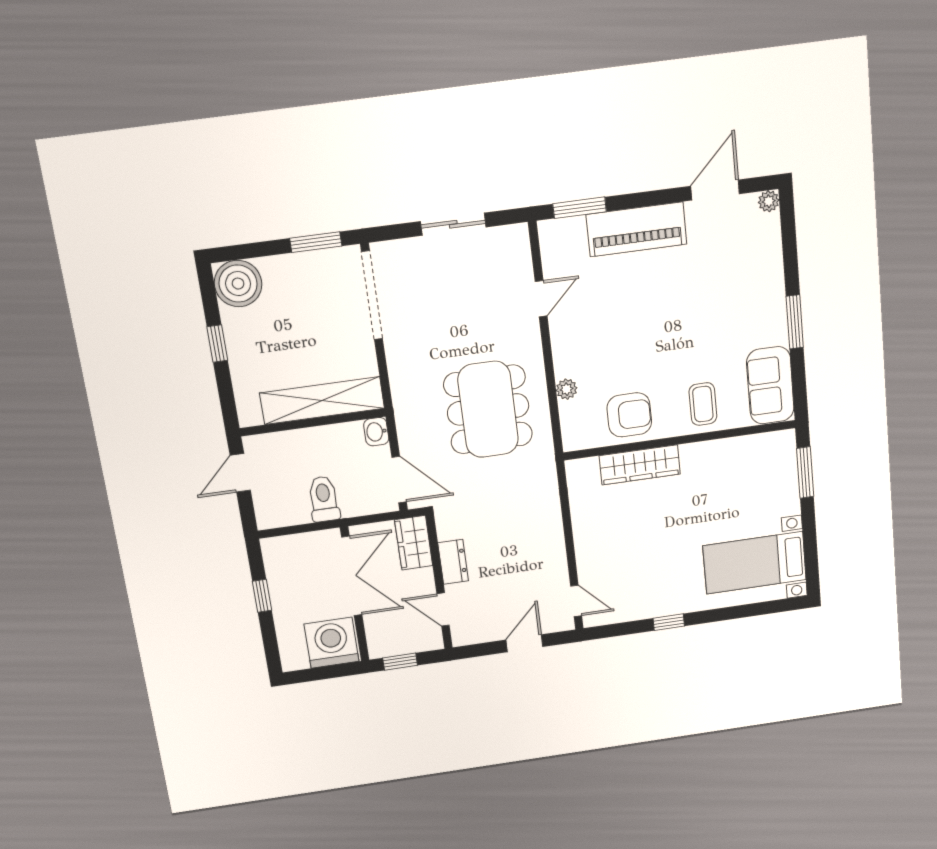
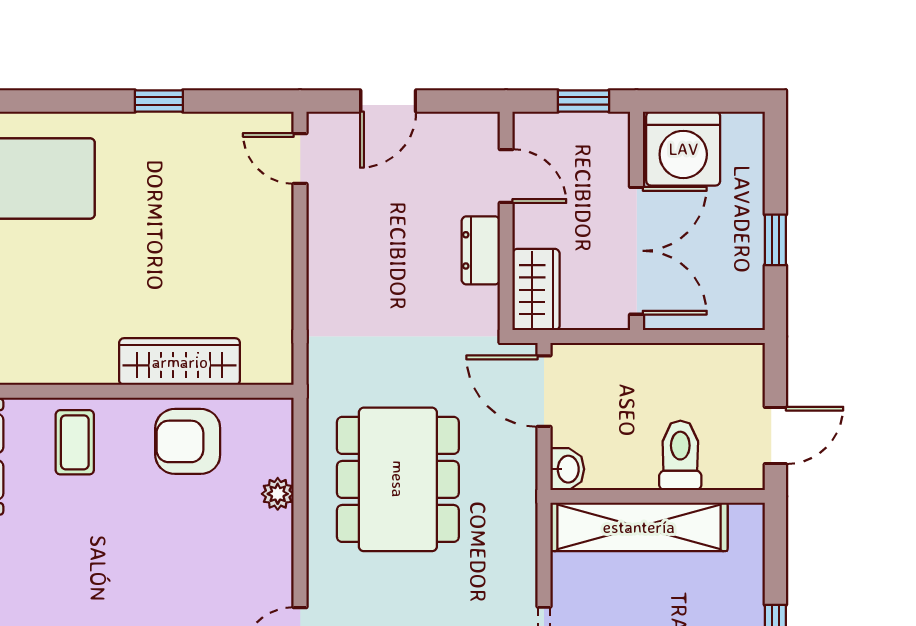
toilet: (324, 499) -> (680, 455), moved, turned 180
double door: (352, 576) -> (637, 251), swing flipped

